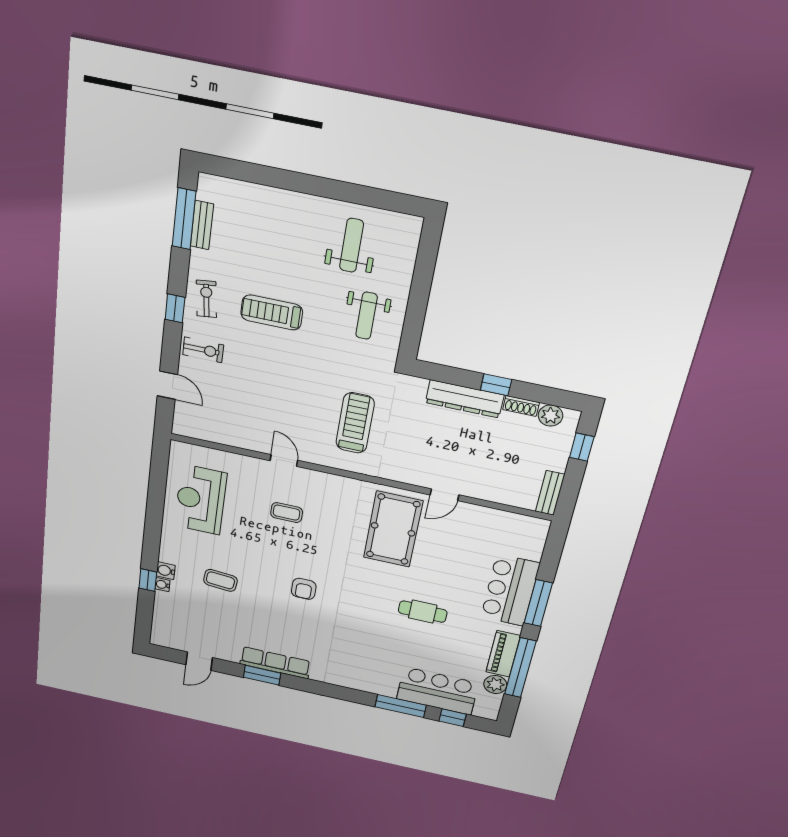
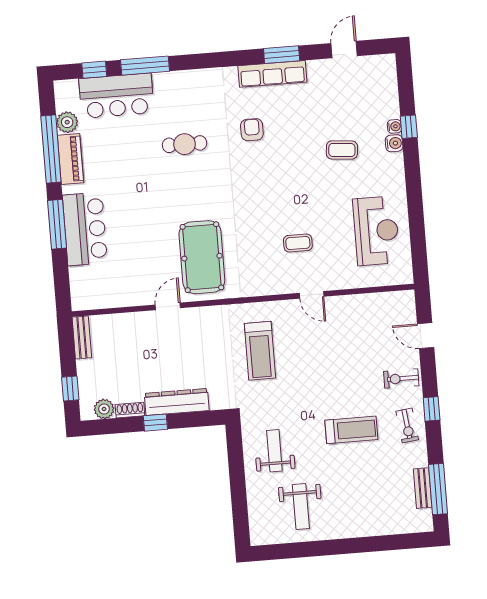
armchair: (304, 589) -> (252, 130), moved
cafe table: (423, 612) -> (184, 144), moved

